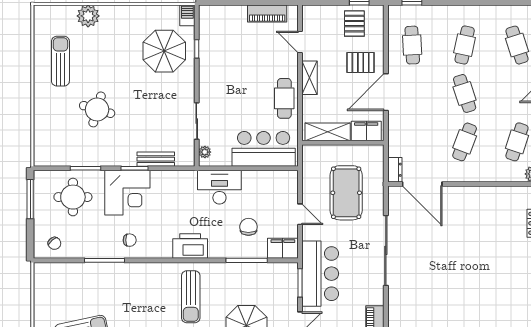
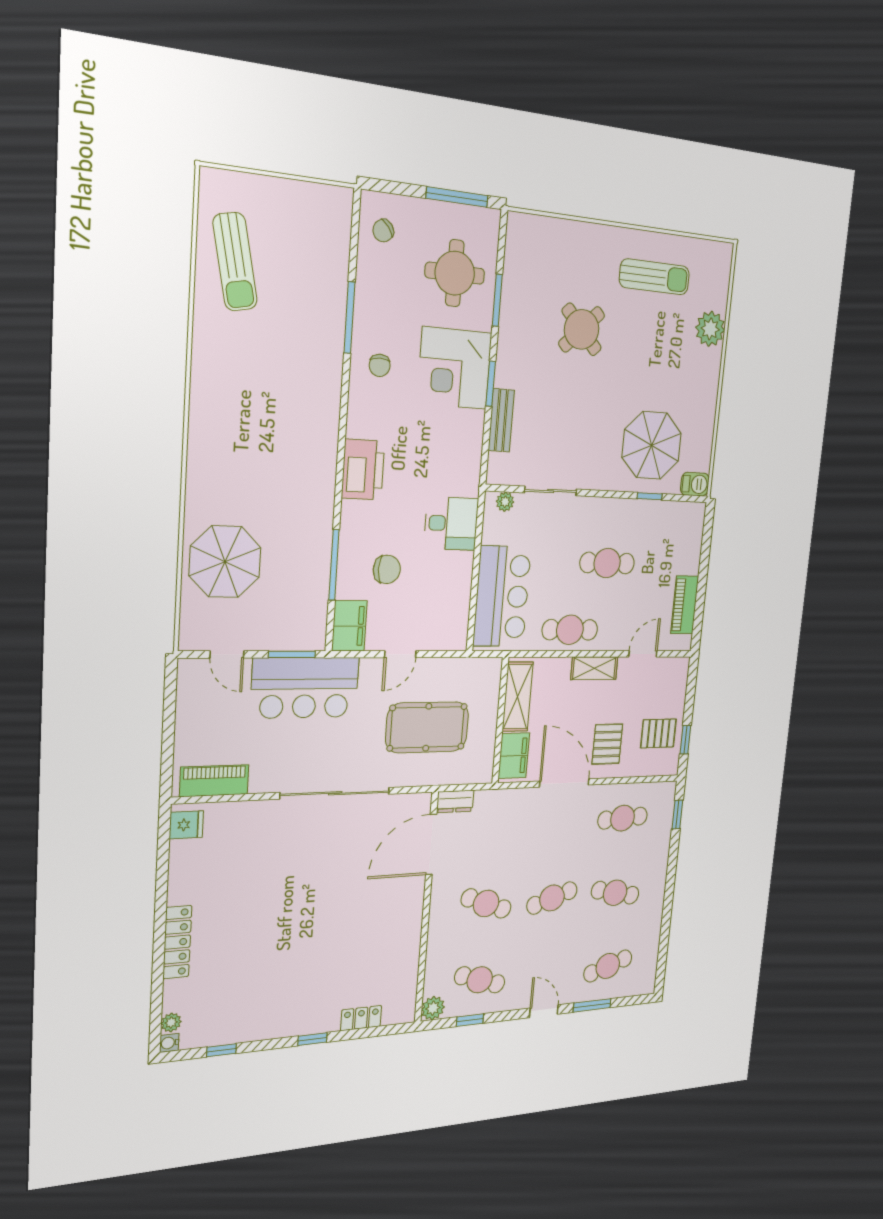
cafe table: (241, 76) -> (607, 563), added
round table: (97, 109) -> (582, 329), turned 30
desk: (219, 187) -> (451, 523), width x0.73
sun lounger: (191, 297) -> (280, 466), removed

